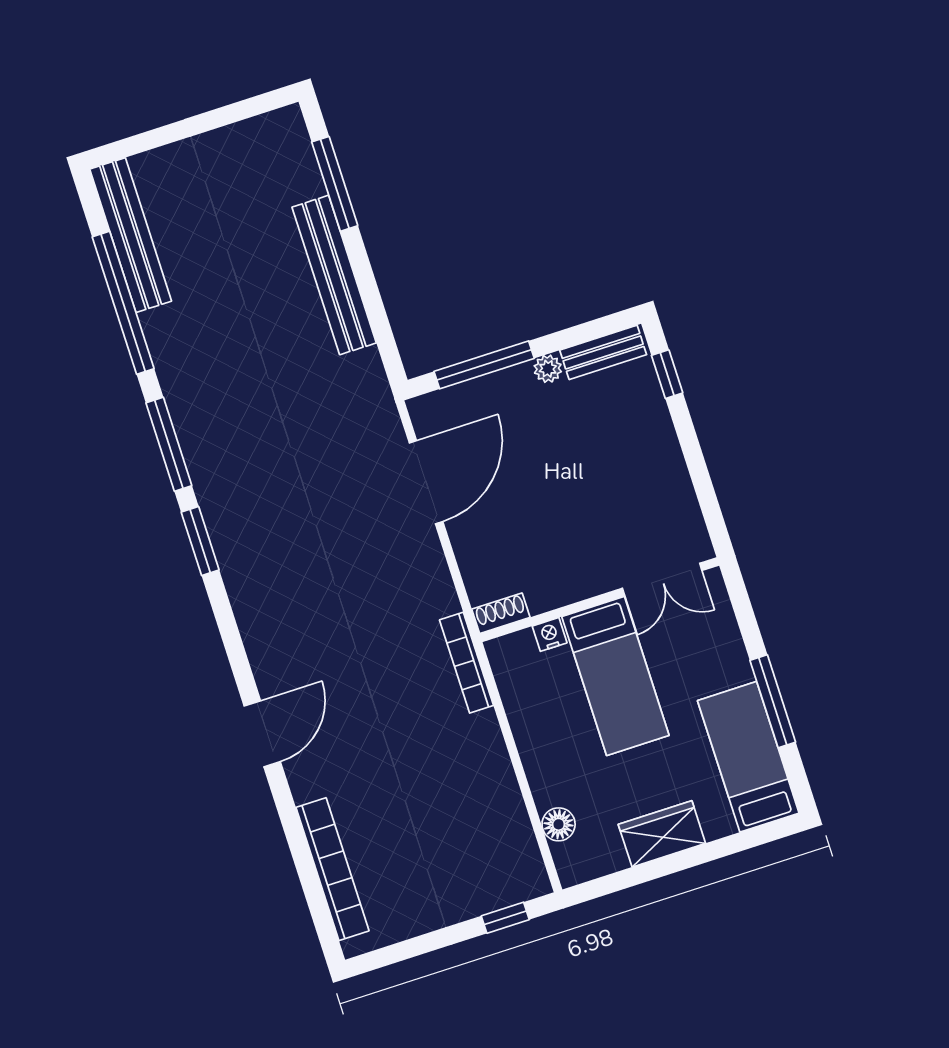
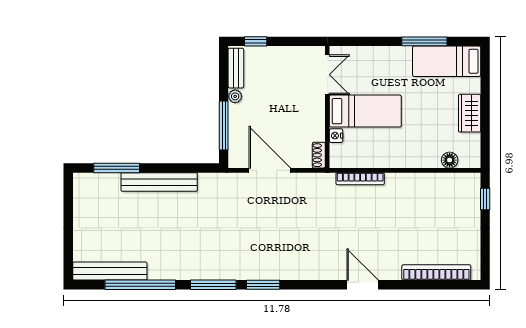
double door: (662, 579) -> (327, 75), moved
wall: (599, 600) -> (327, 107), moved
shoe rack: (501, 613) -> (319, 155), moved
nightstand: (550, 634) -> (336, 136), moved
bed: (615, 676) -> (365, 111), moved

